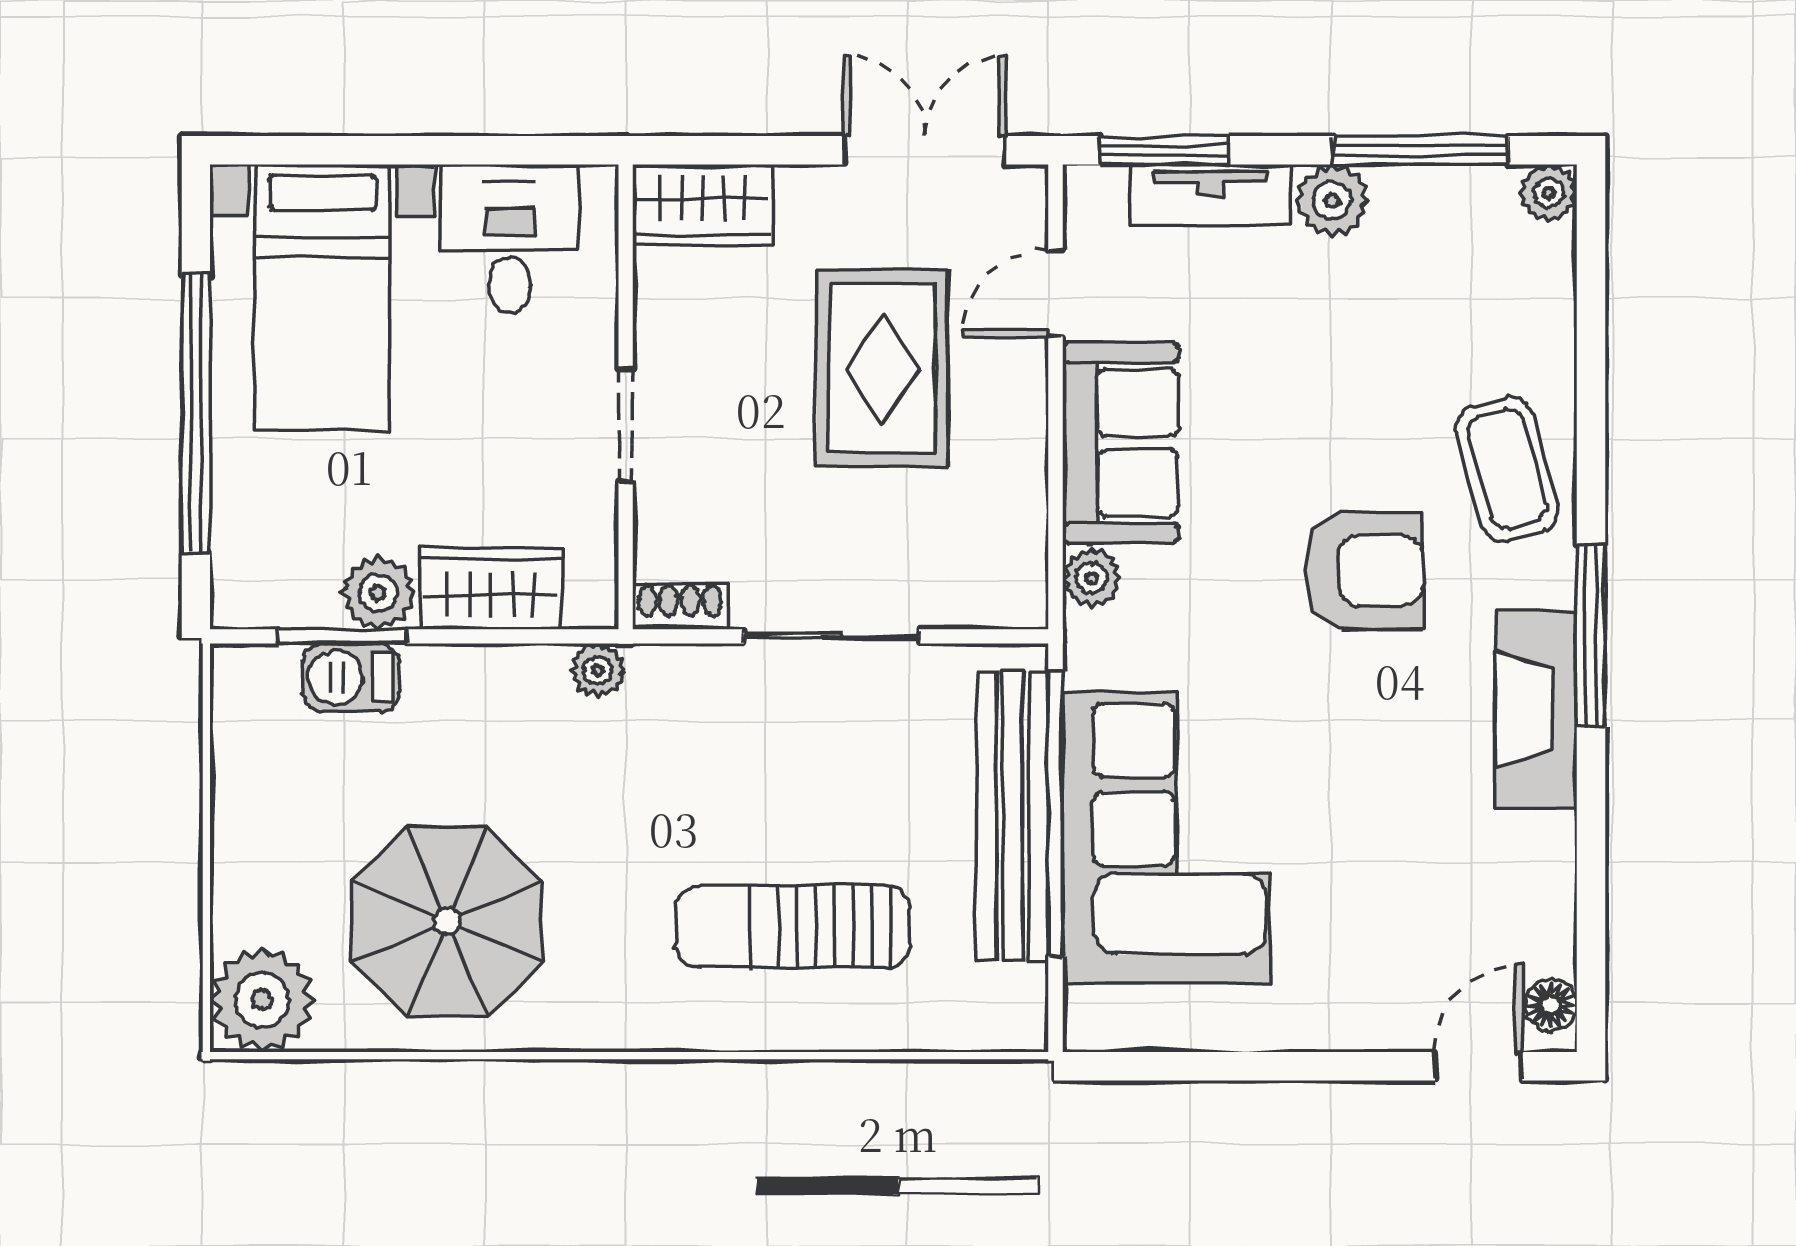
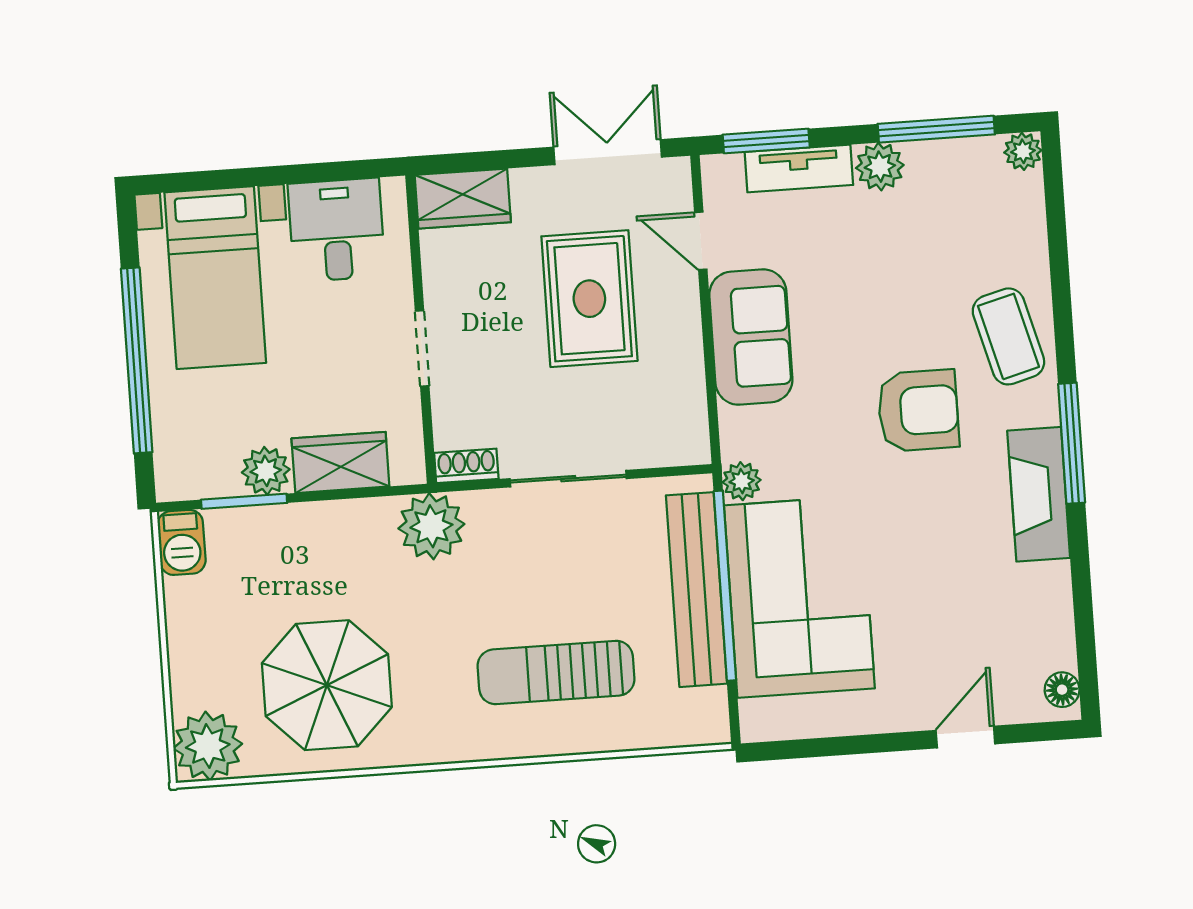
door: (1055, 293) -> (701, 241), hinge flipped
plant: (1091, 578) -> (742, 481), moved
plant: (598, 670) -> (431, 526), width x1.87, depth x1.87
barbecue: (351, 678) -> (182, 542), moved, turned -90
door: (1479, 1066) -> (965, 737), moved

